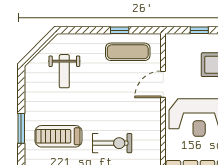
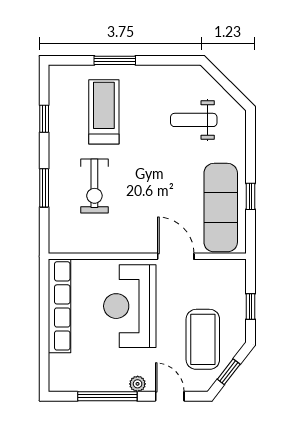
exercise mat: (128, 52) -> (221, 208), width x1.36, depth x1.45

